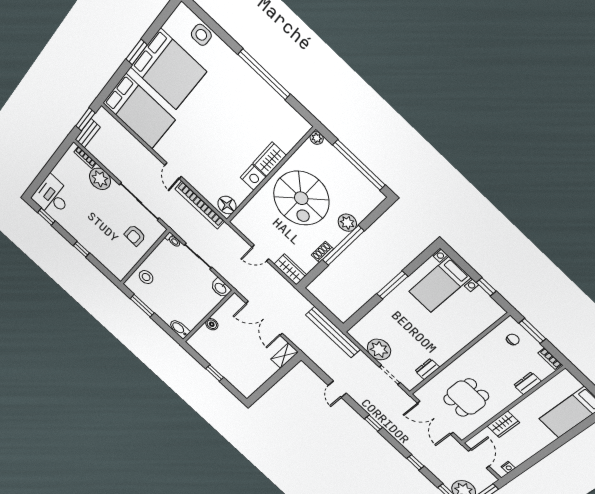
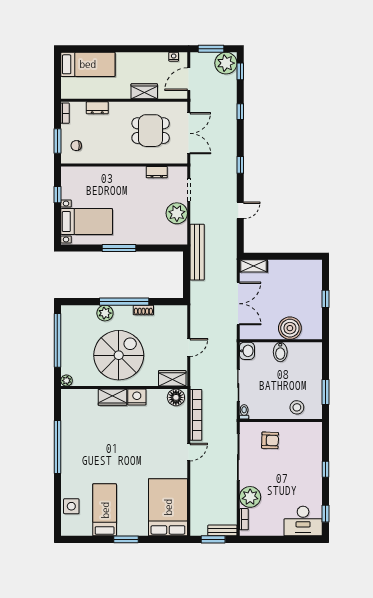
bed: (168, 69) -> (105, 510), width x0.49
door: (260, 253) -> (189, 347), hinge flipped
wardrobe: (290, 269) -> (172, 378), moved, turned 90
boiler: (212, 324) -> (290, 328), width x1.86, depth x1.86
bidet: (179, 329) -> (280, 352), moved

